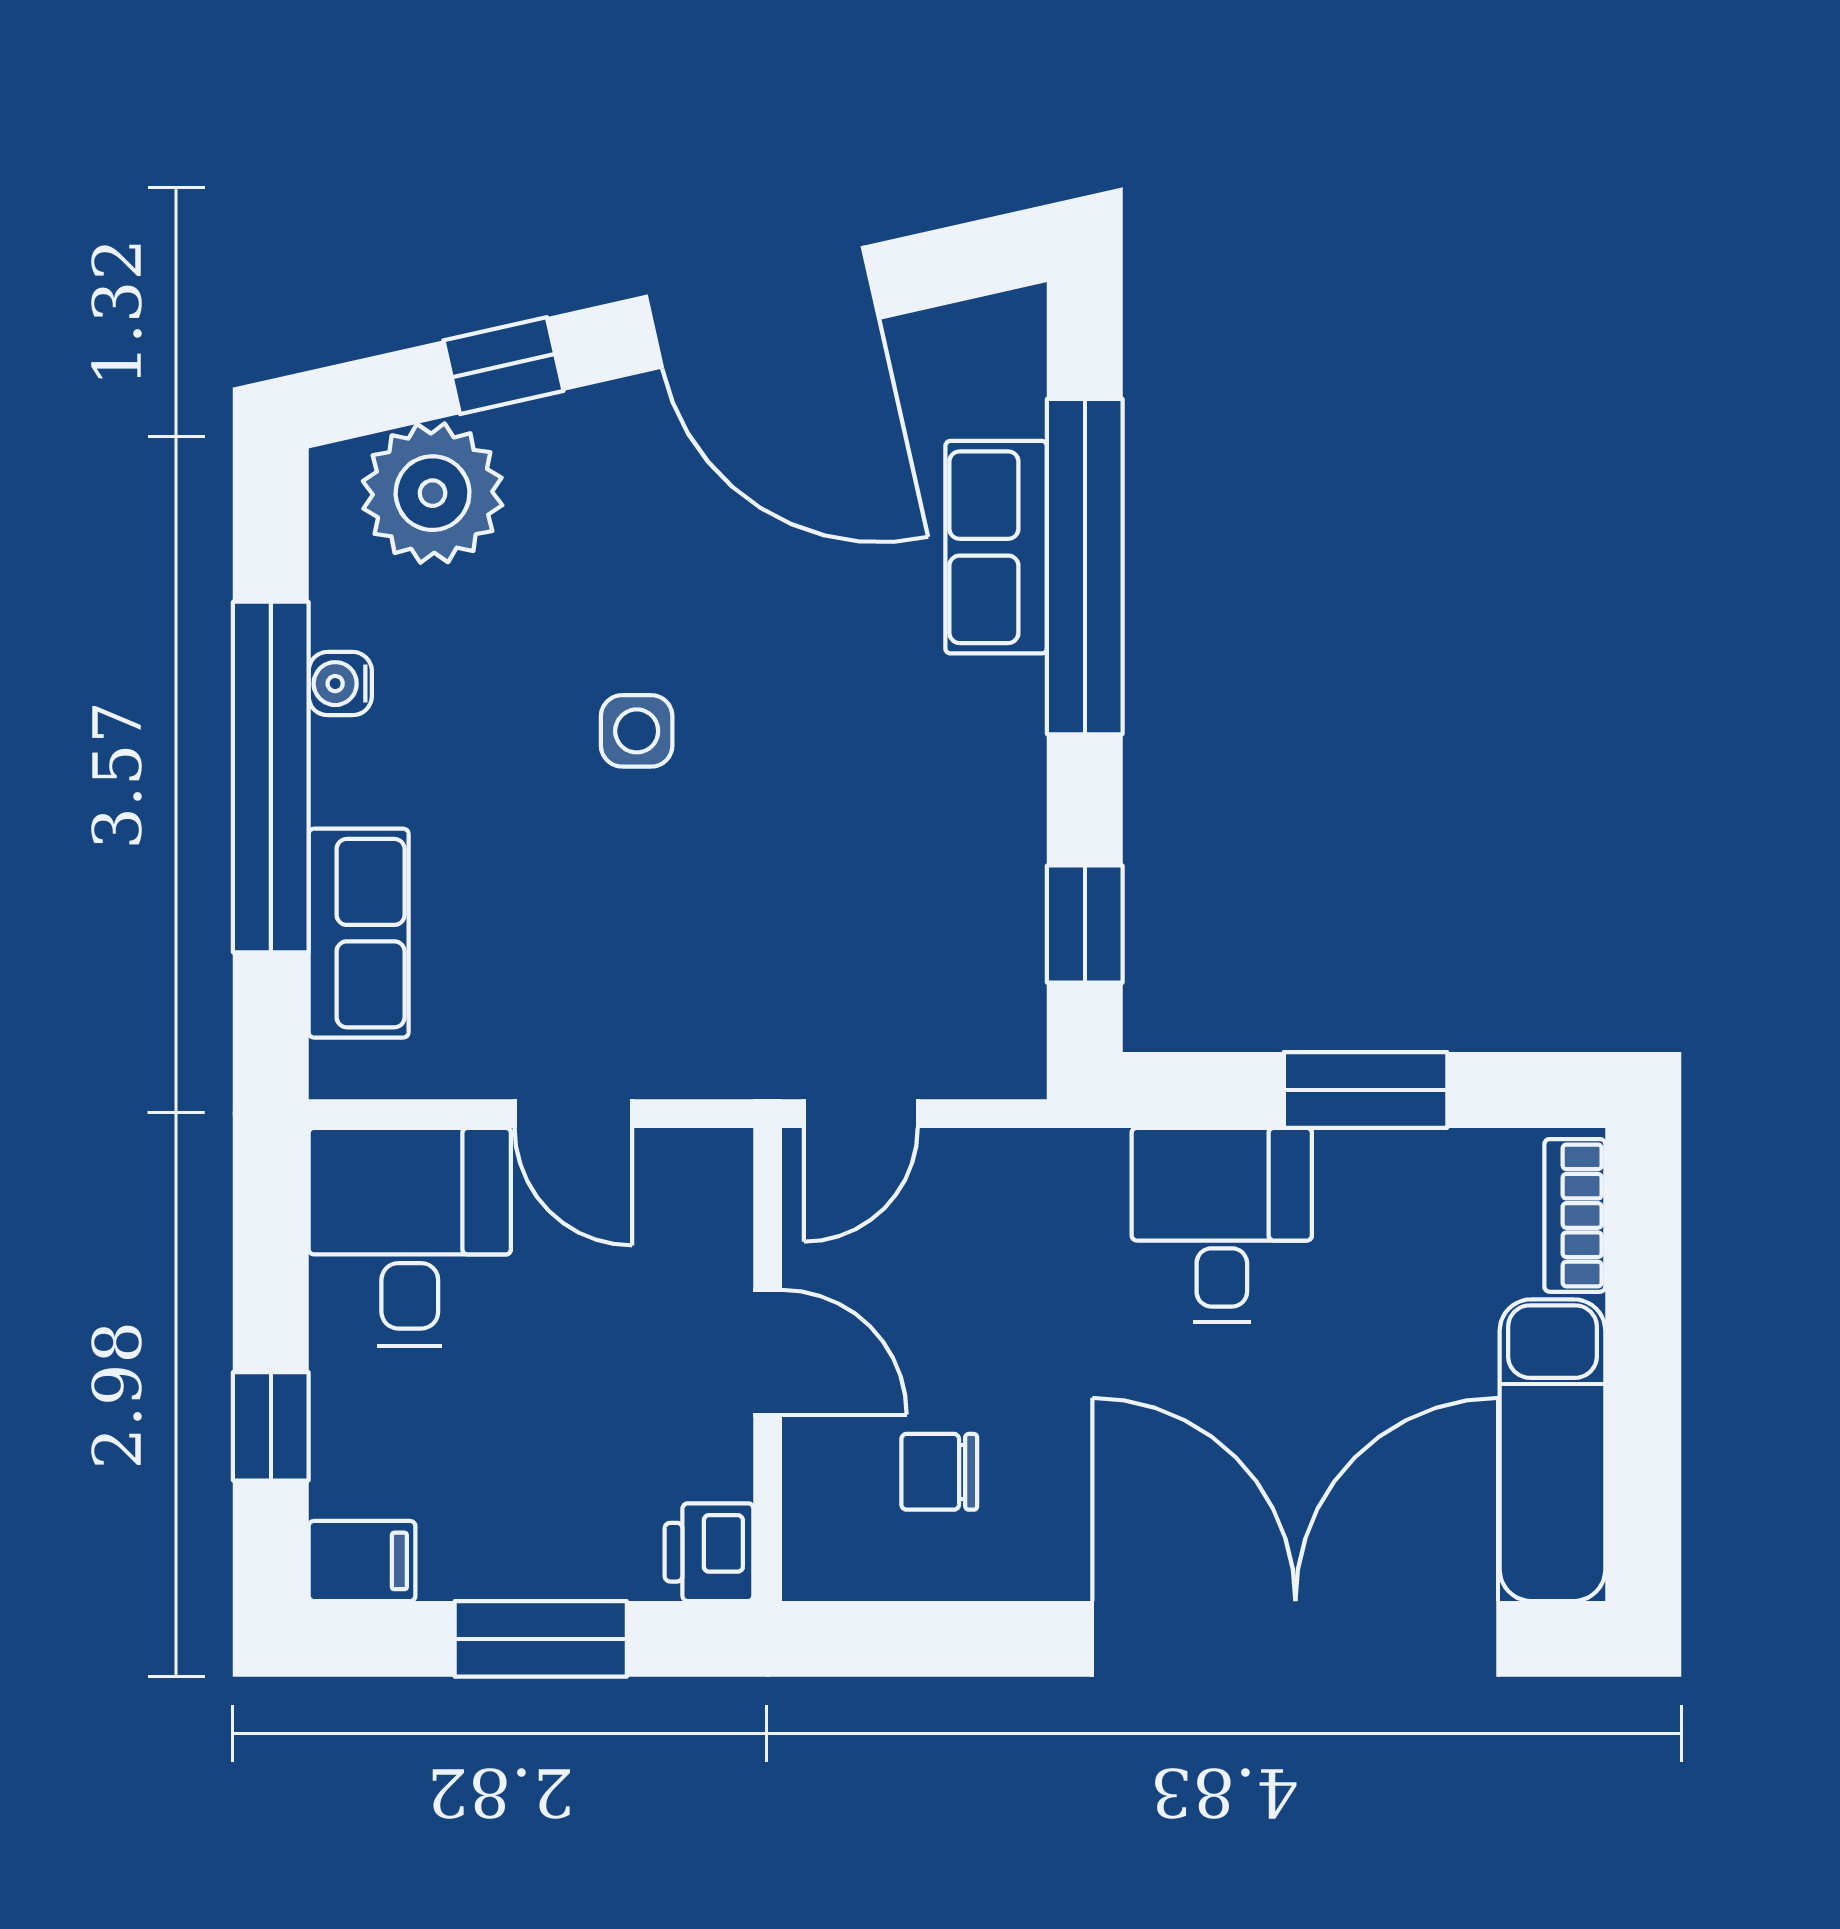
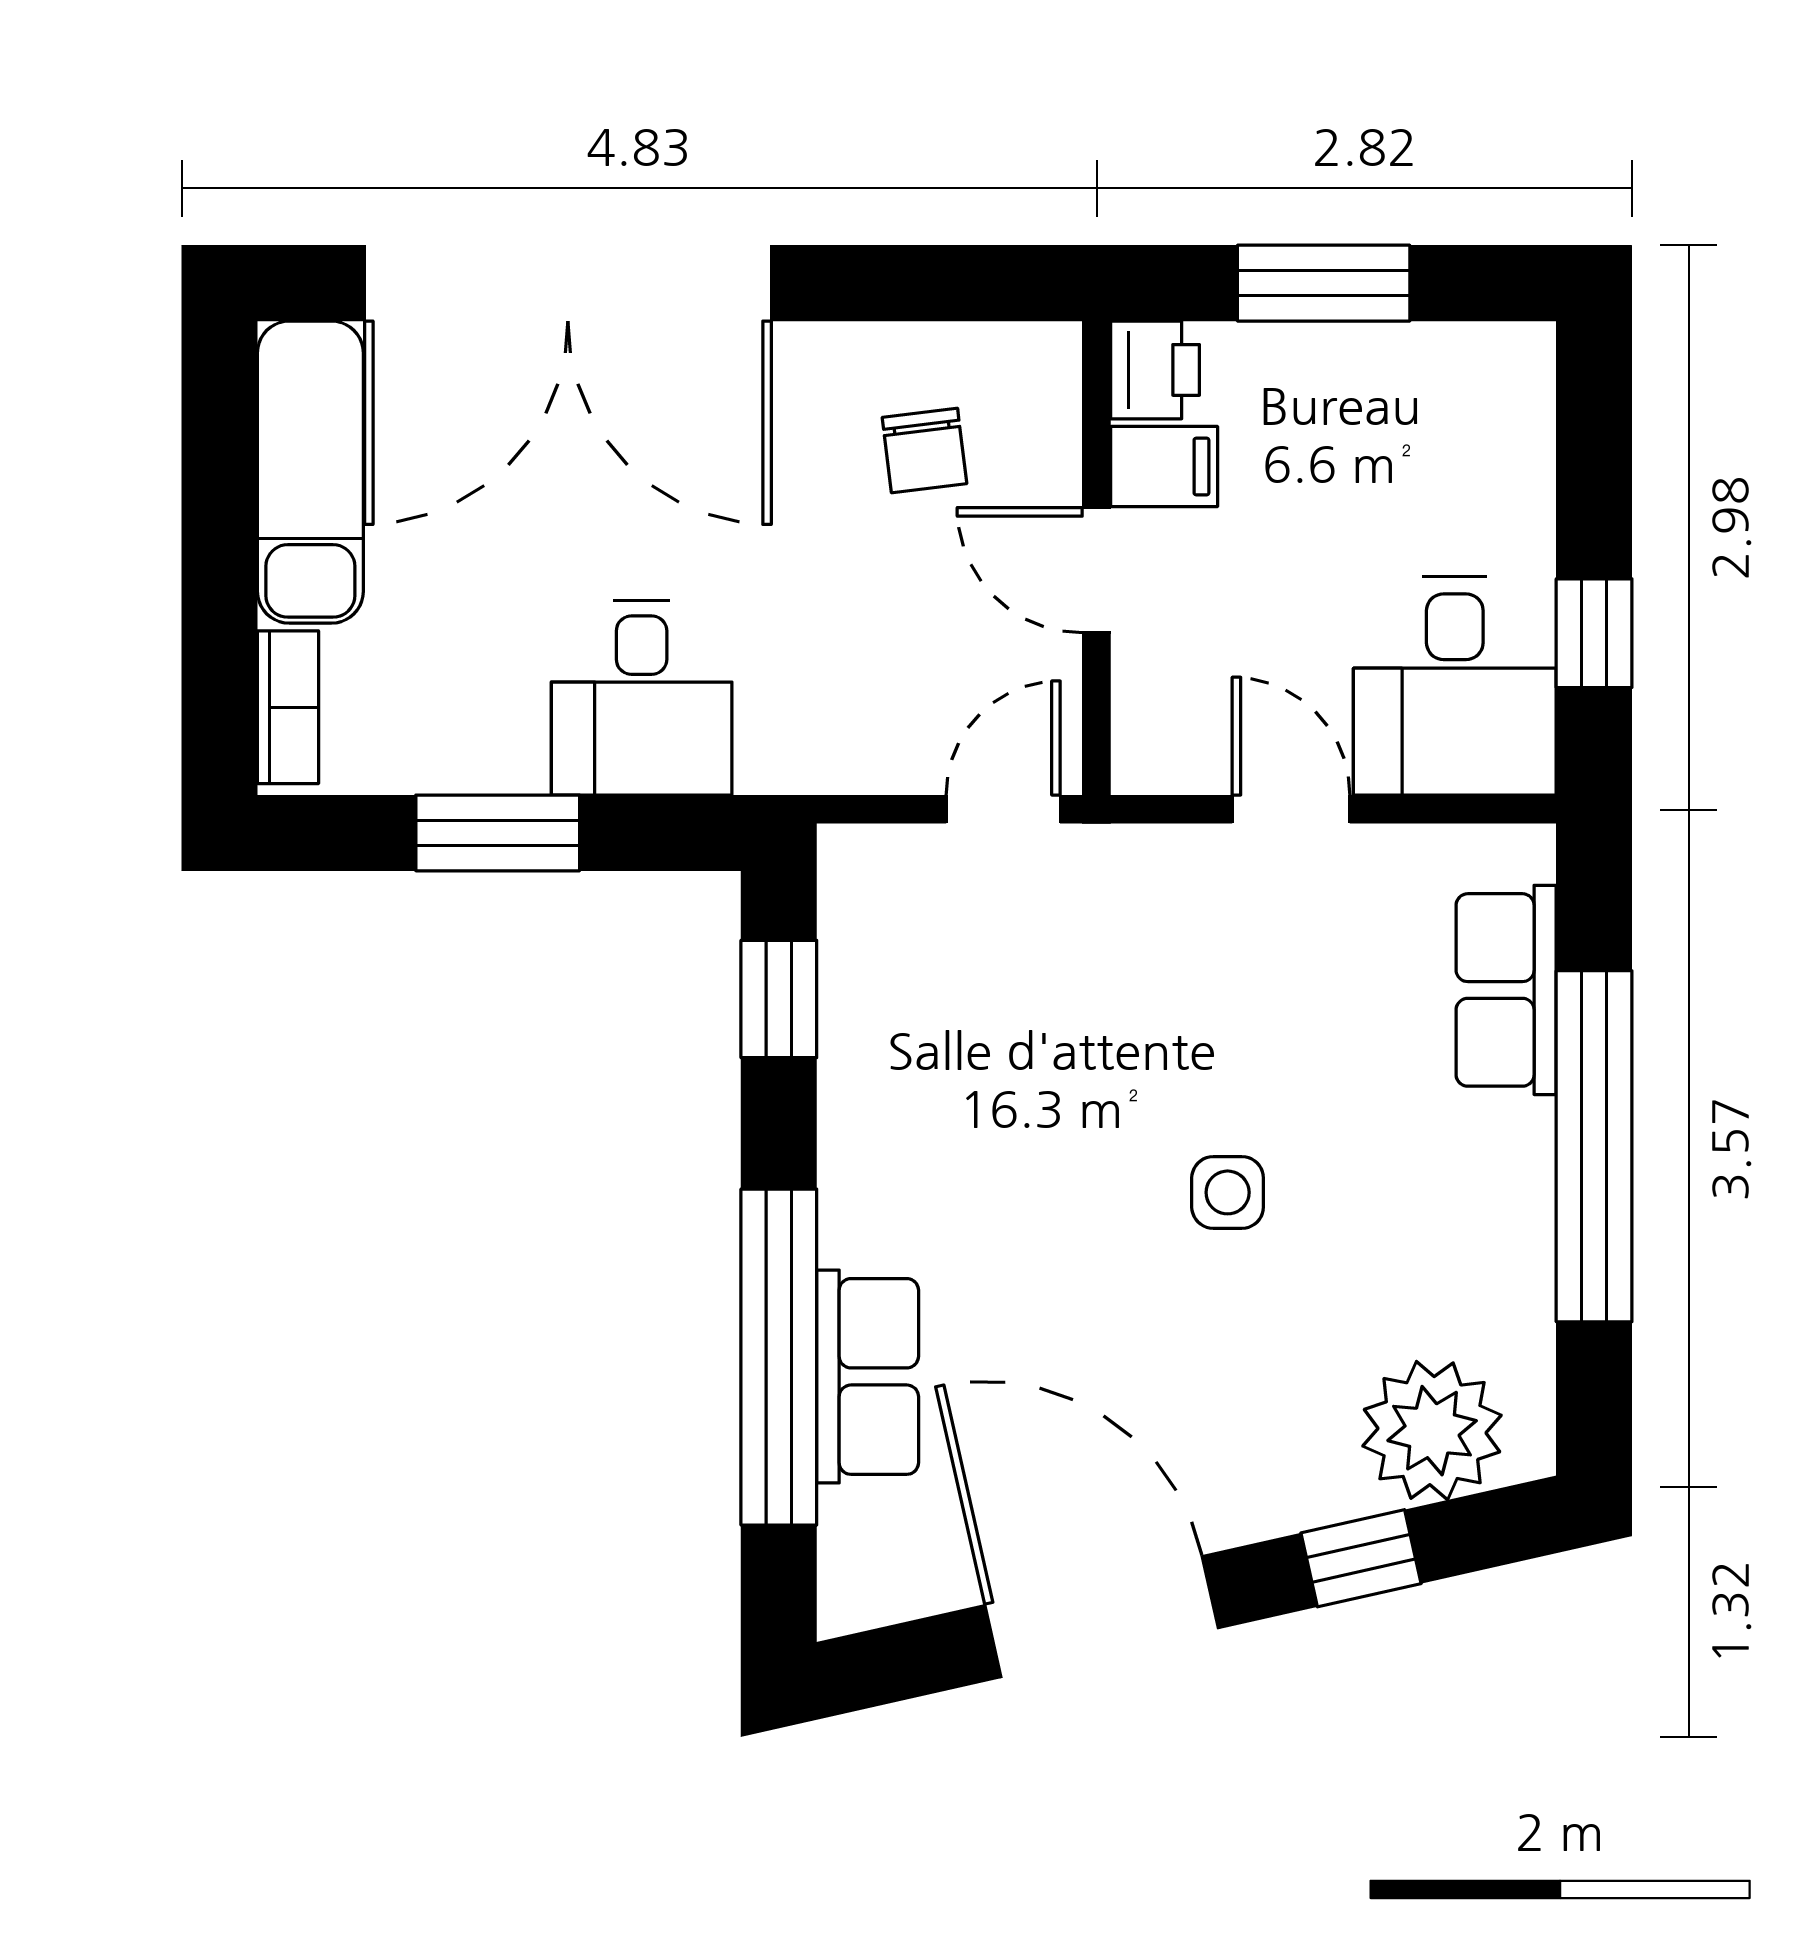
water cooler: (340, 684) -> (1524, 1240), removed
window: (271, 1426) -> (1594, 633), moved
chair: (939, 1472) -> (924, 450), turned 83
filing cabinet: (362, 1561) -> (1164, 467), moved, turned 180

